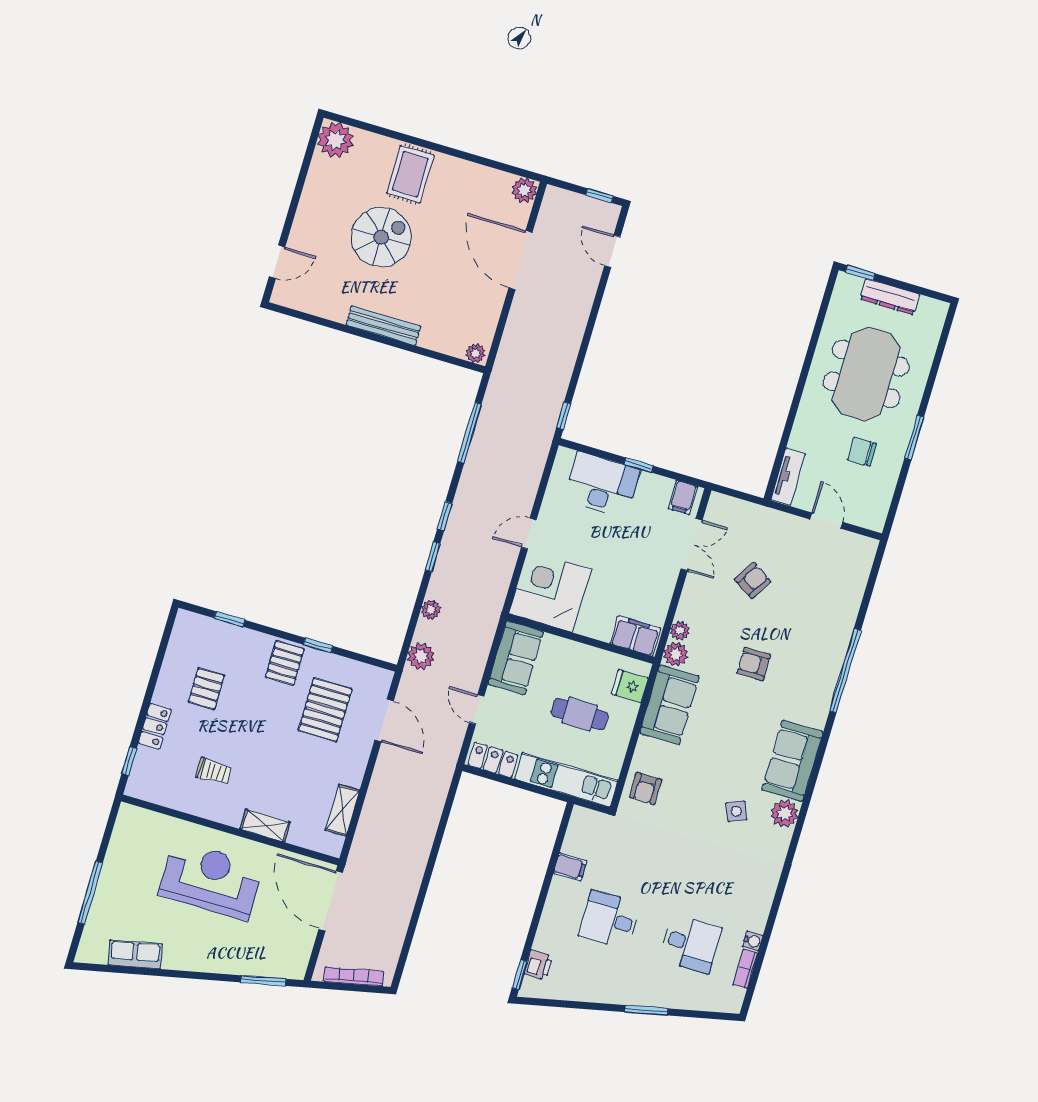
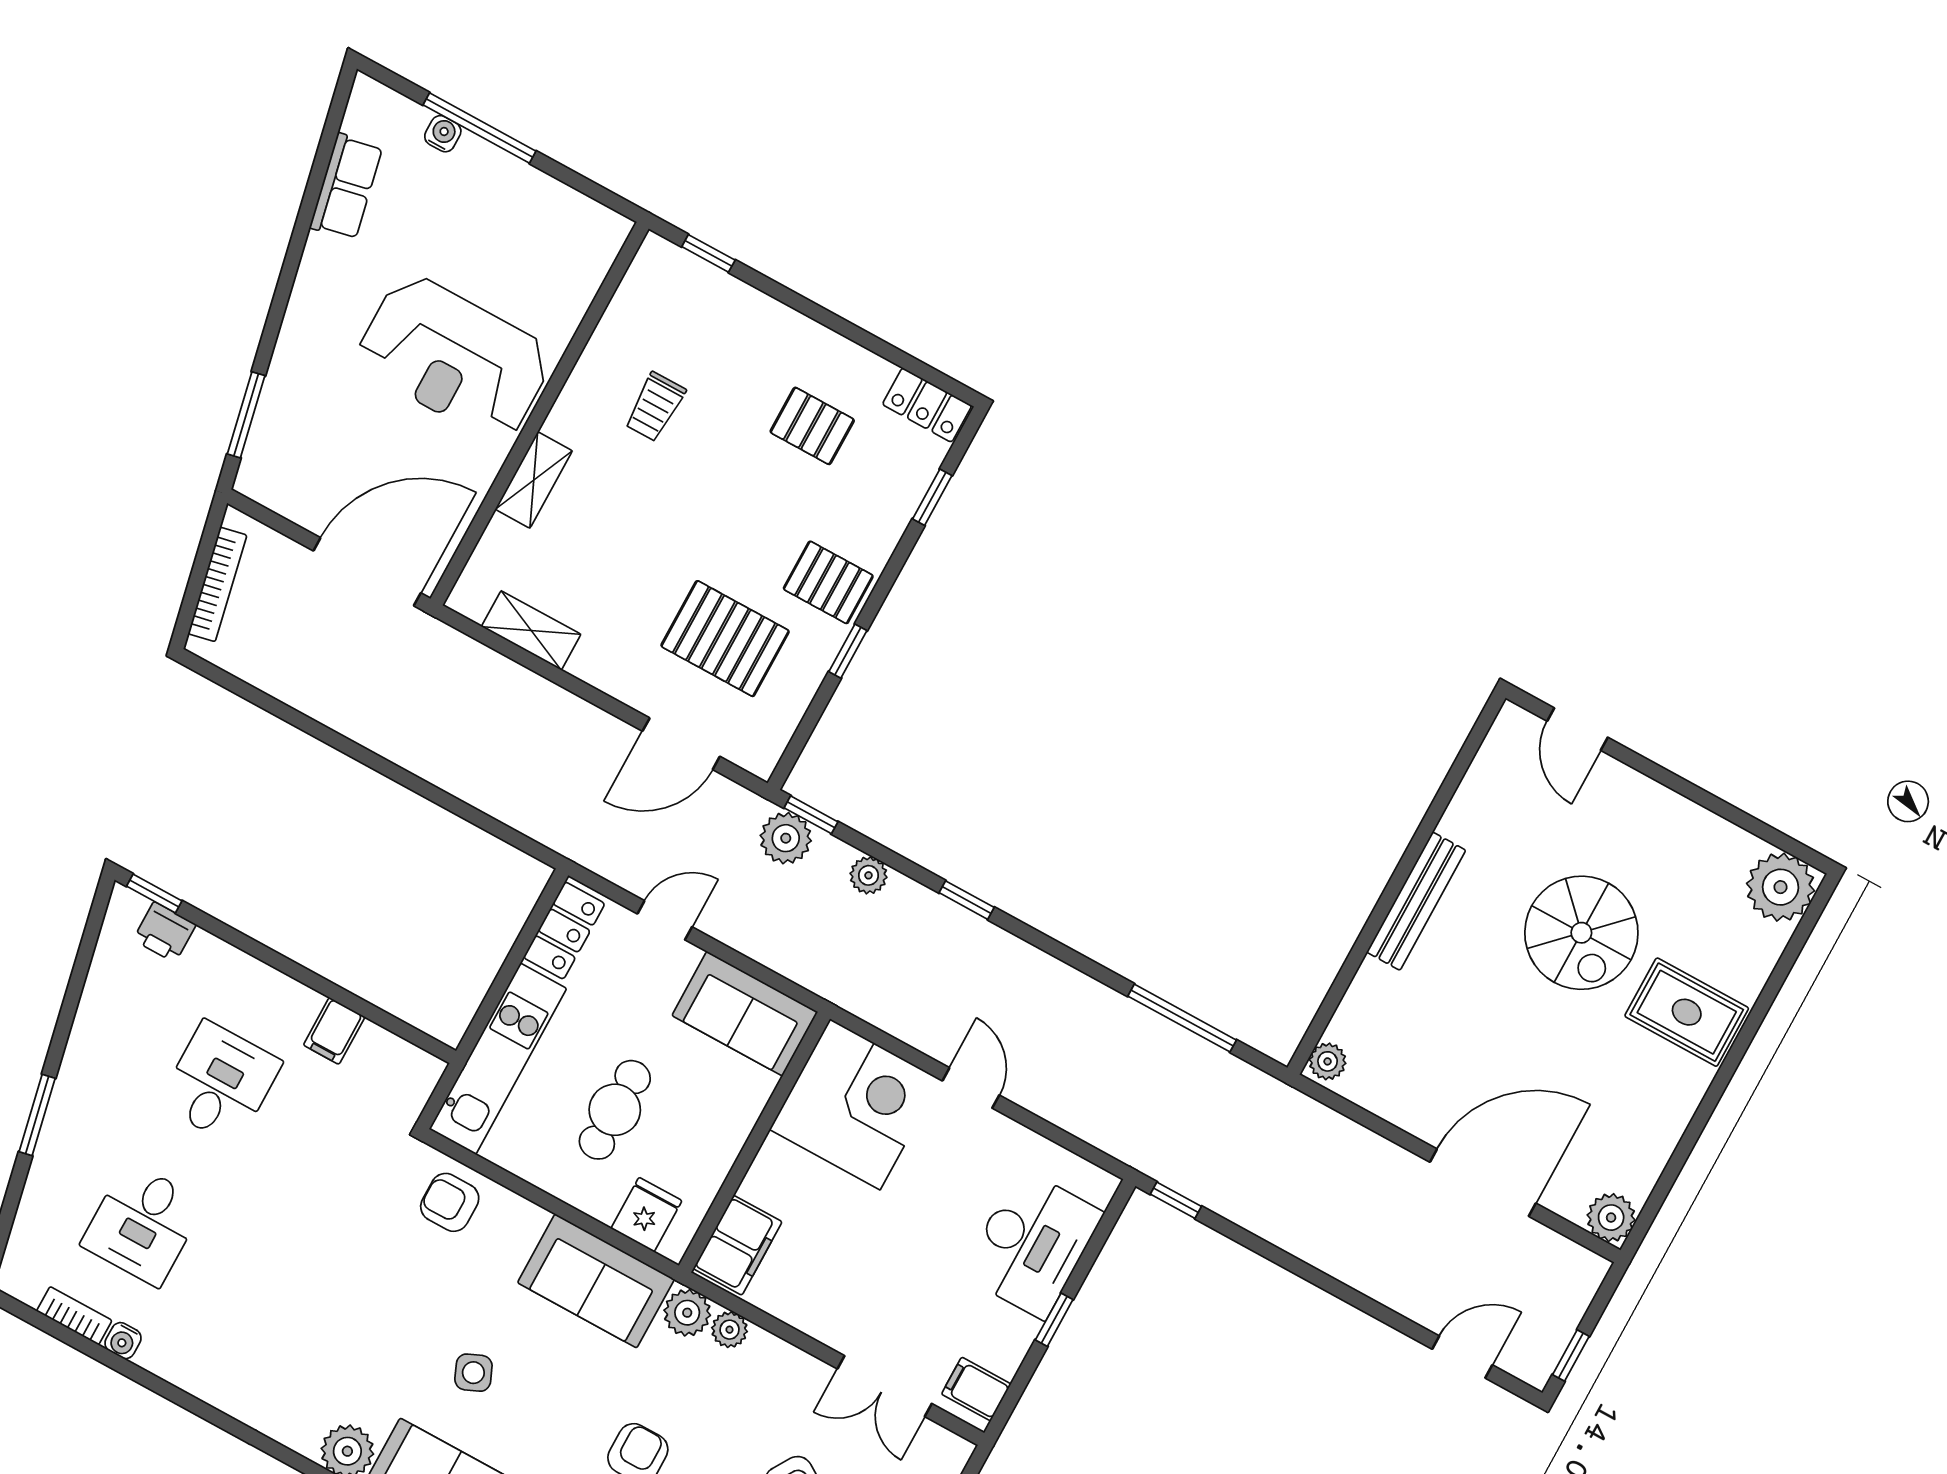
window: (445, 516) -> (811, 815), moved
locker: (155, 726) -> (927, 405), moved
side table: (736, 811) -> (473, 1373), moved
reception desk: (211, 880) -> (454, 358), turned 90
water cooler: (97, 911) -> (443, 134), added

